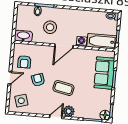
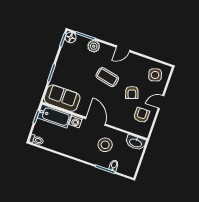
door: (64, 46) -> (96, 121), hinge flipped
sofa: (104, 73) -> (62, 98), moved, turned -90
plant: (69, 111) -> (94, 46), moved

